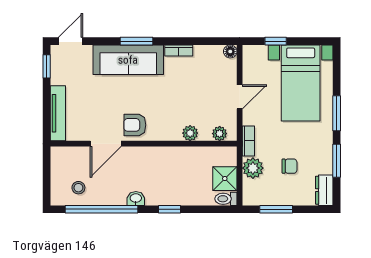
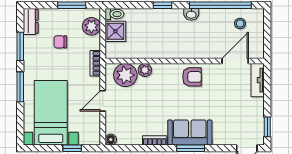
sofa: (128, 60) -> (190, 132), width x0.73
tv unit: (58, 113) -> (258, 80), width x0.71
plant: (220, 134) -> (125, 75), width x1.87, depth x1.87
door: (106, 144) -> (235, 61), moved
plant: (253, 168) -> (91, 26), moved

